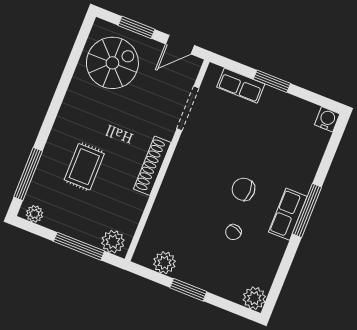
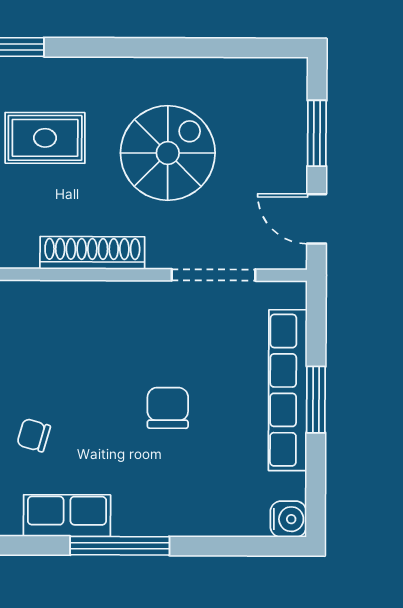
spiral stairs: (112, 63) -> (168, 153), moved, turned -90
row of seats: (241, 86) -> (288, 390), width x2.02
chair: (243, 189) -> (168, 408), moved
row of seats: (288, 214) -> (67, 516), moved

